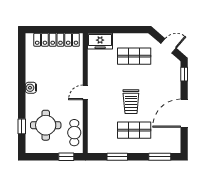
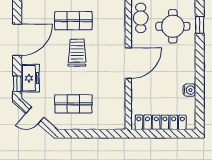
freezer: (100, 41) -> (30, 78), moved, turned 90
water cooler: (31, 88) -> (189, 90), moved
door: (85, 92) -> (128, 63), width x1.88

